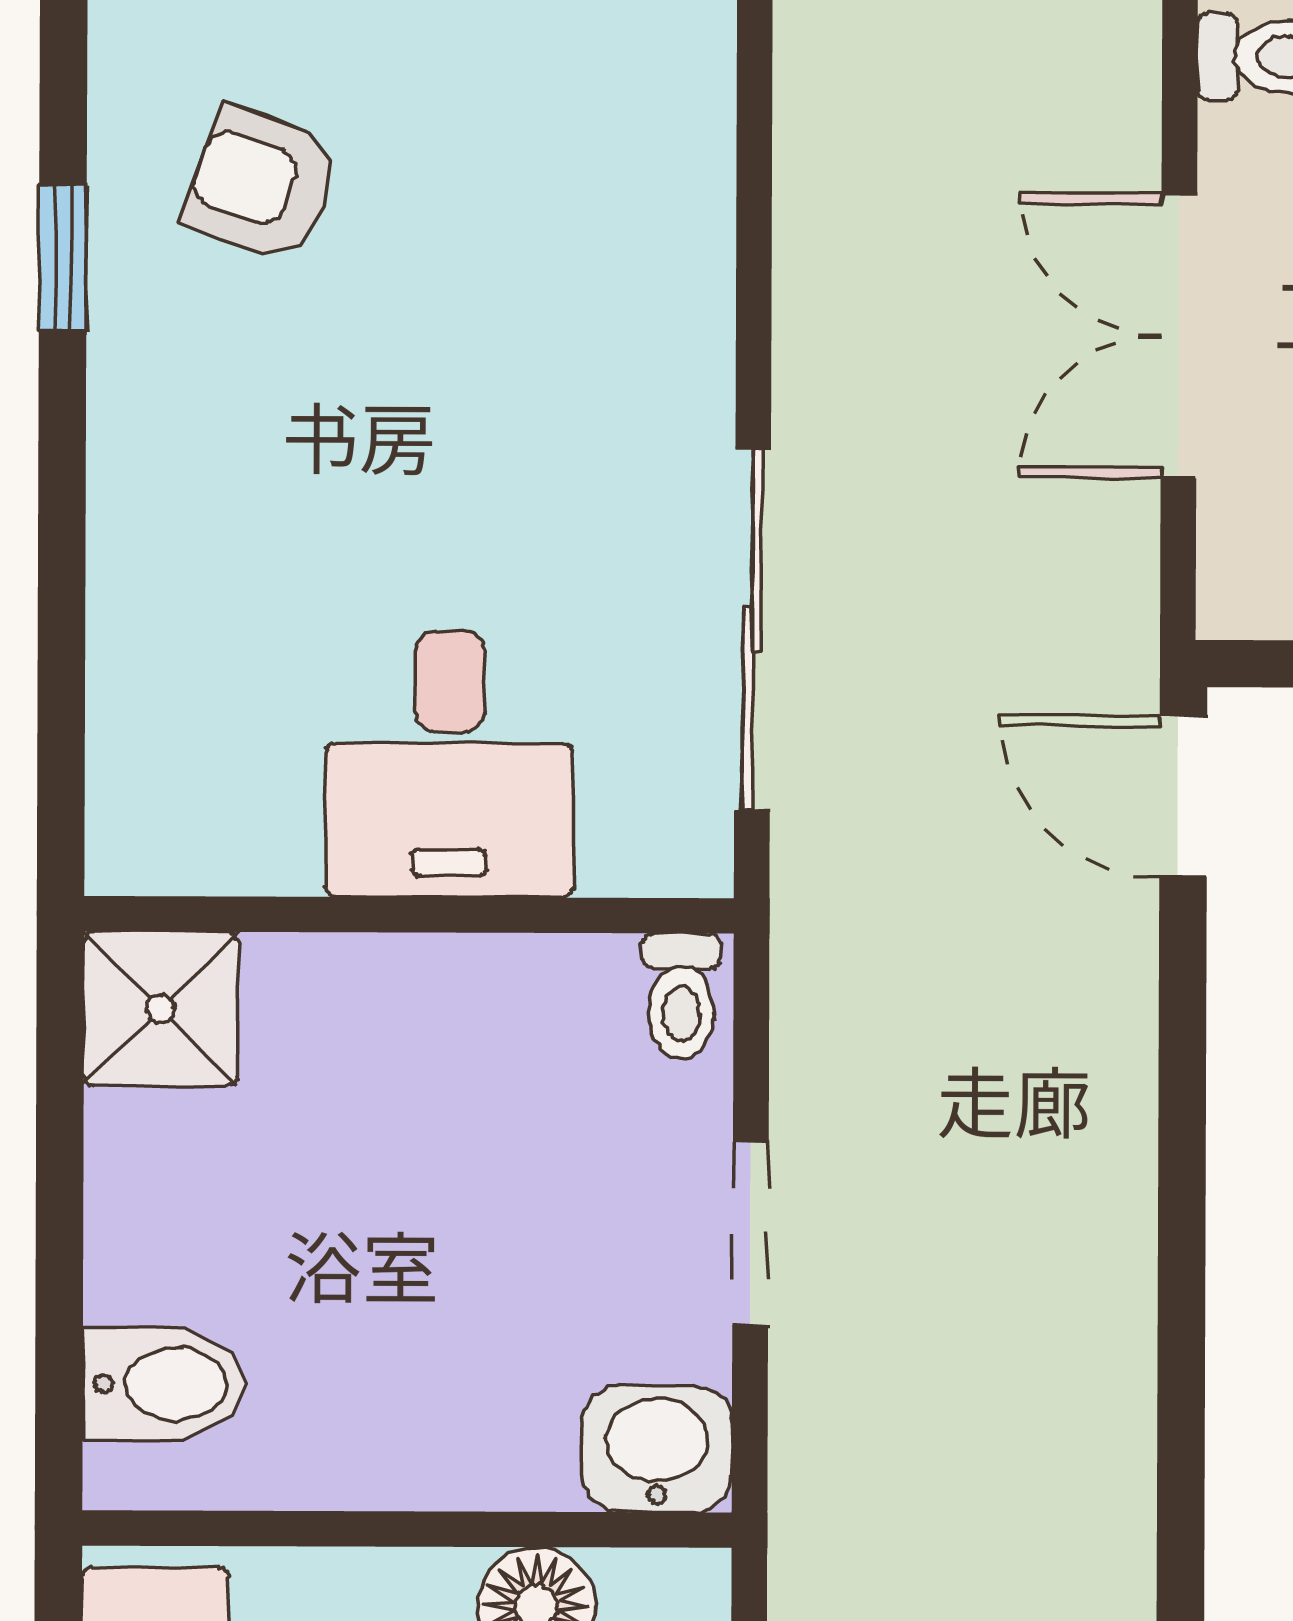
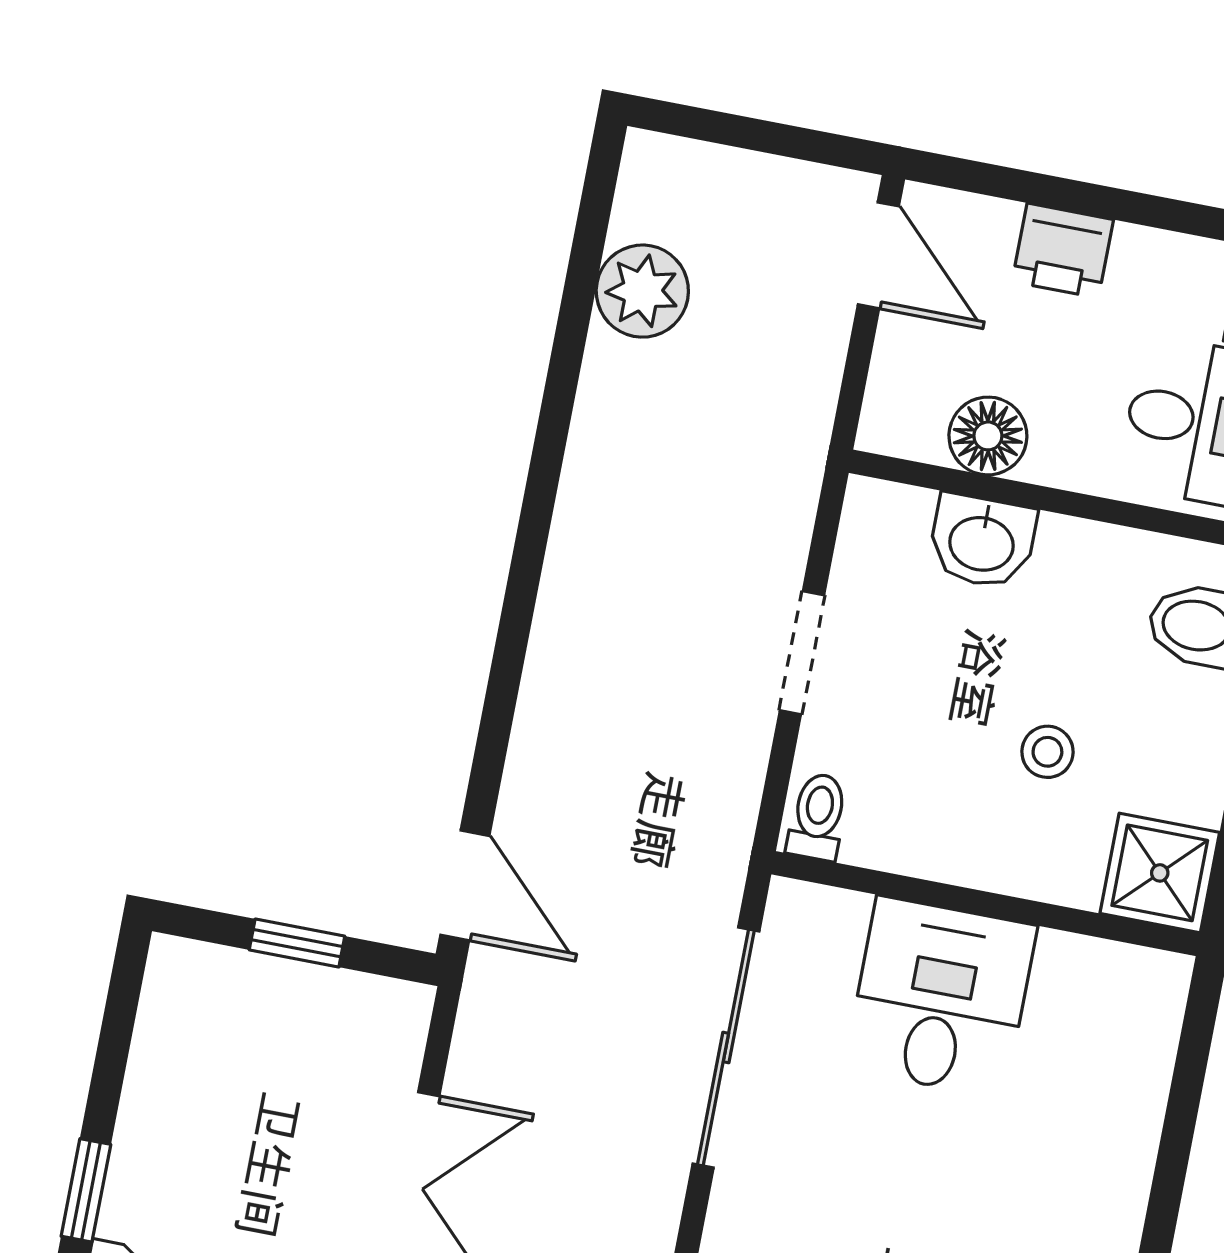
stool: (360, 1156) -> (1047, 752), added
washbasin: (657, 1449) -> (982, 541), moved

